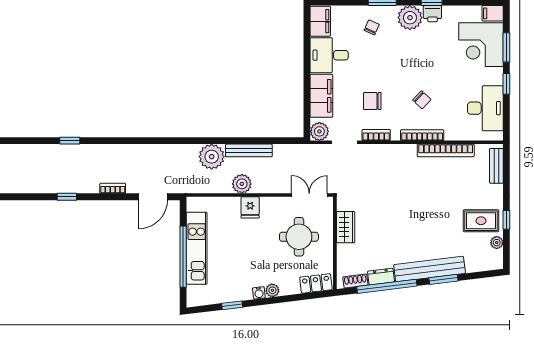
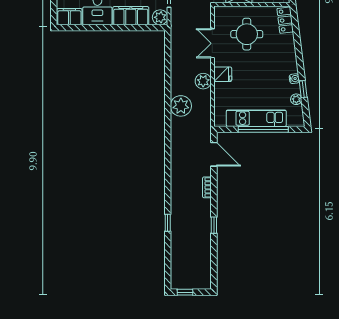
bench: (249, 150) -> (176, 75), removed
double door: (309, 195) -> (212, 43), moved
plant: (272, 290) -> (296, 99), moved
water cooler: (259, 293) -> (294, 79), moved

